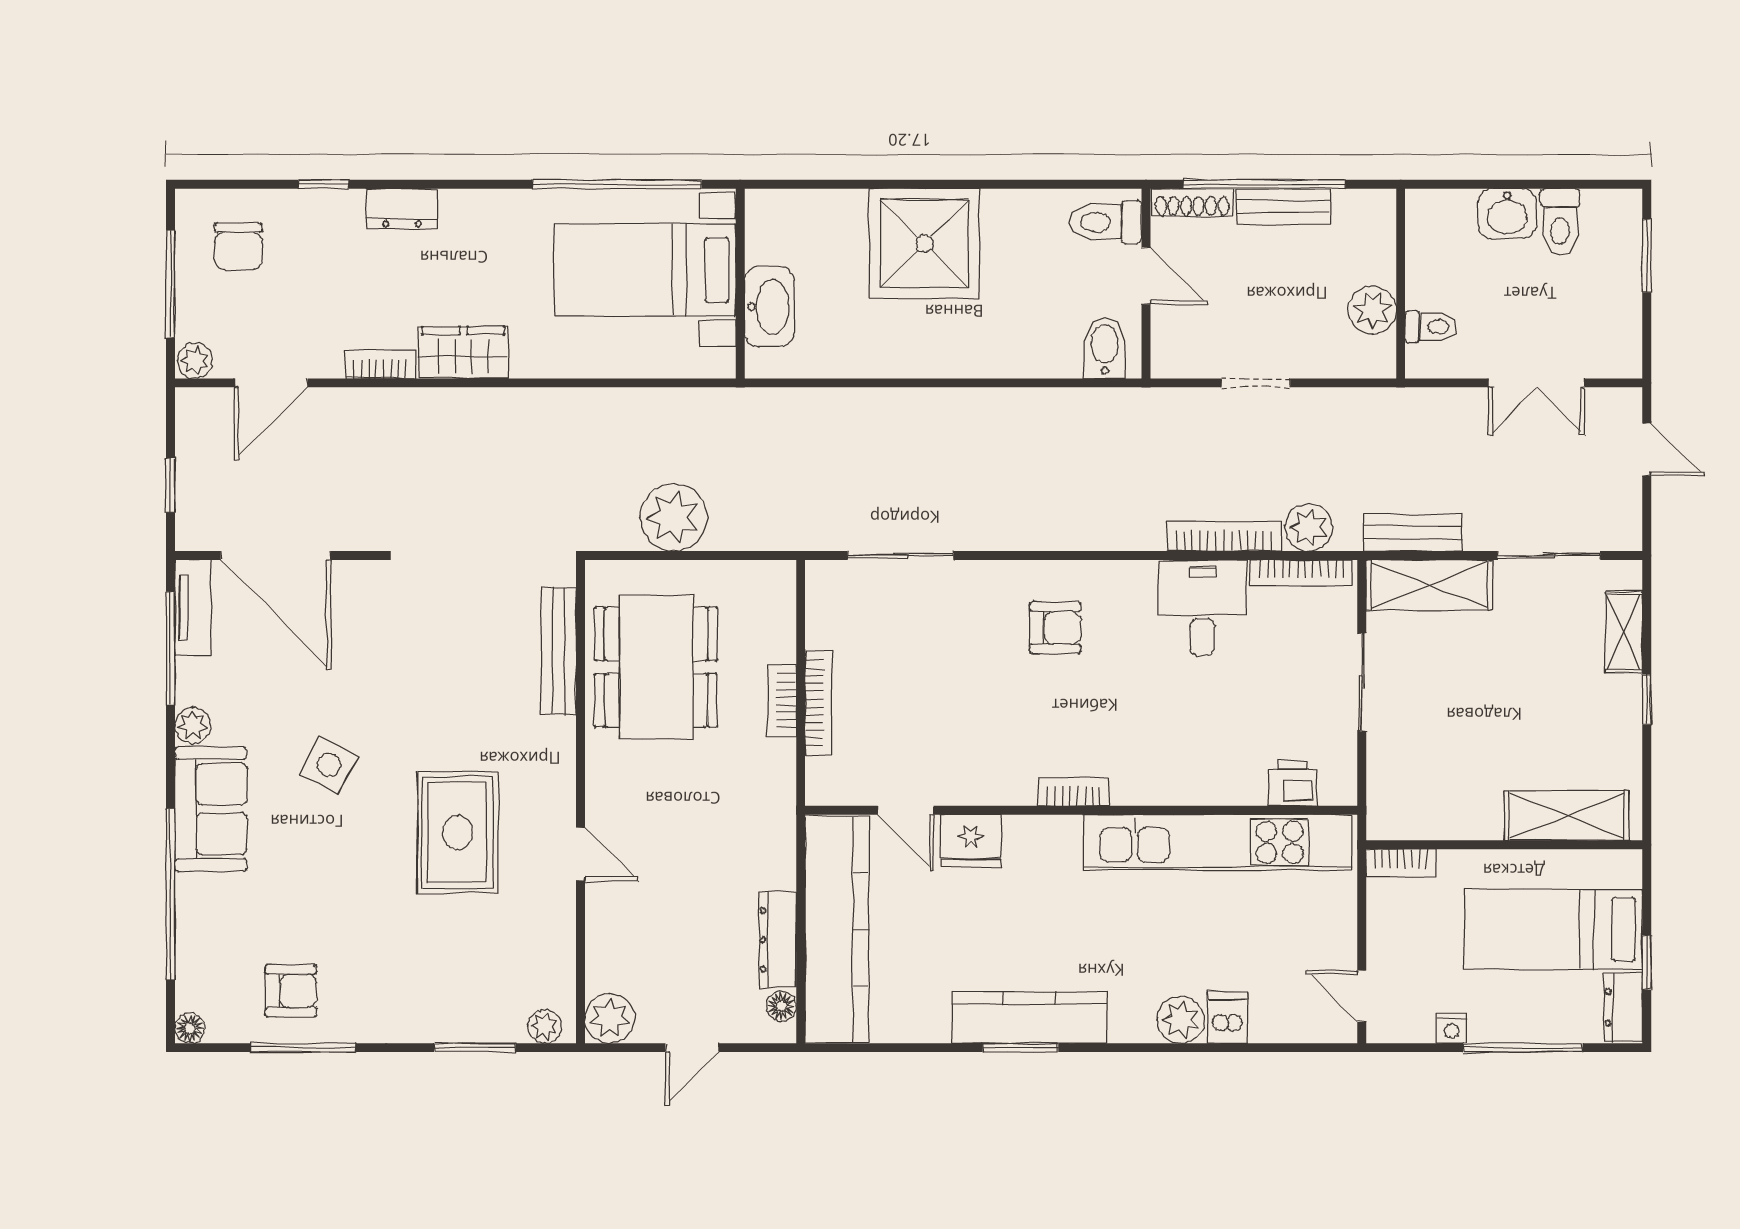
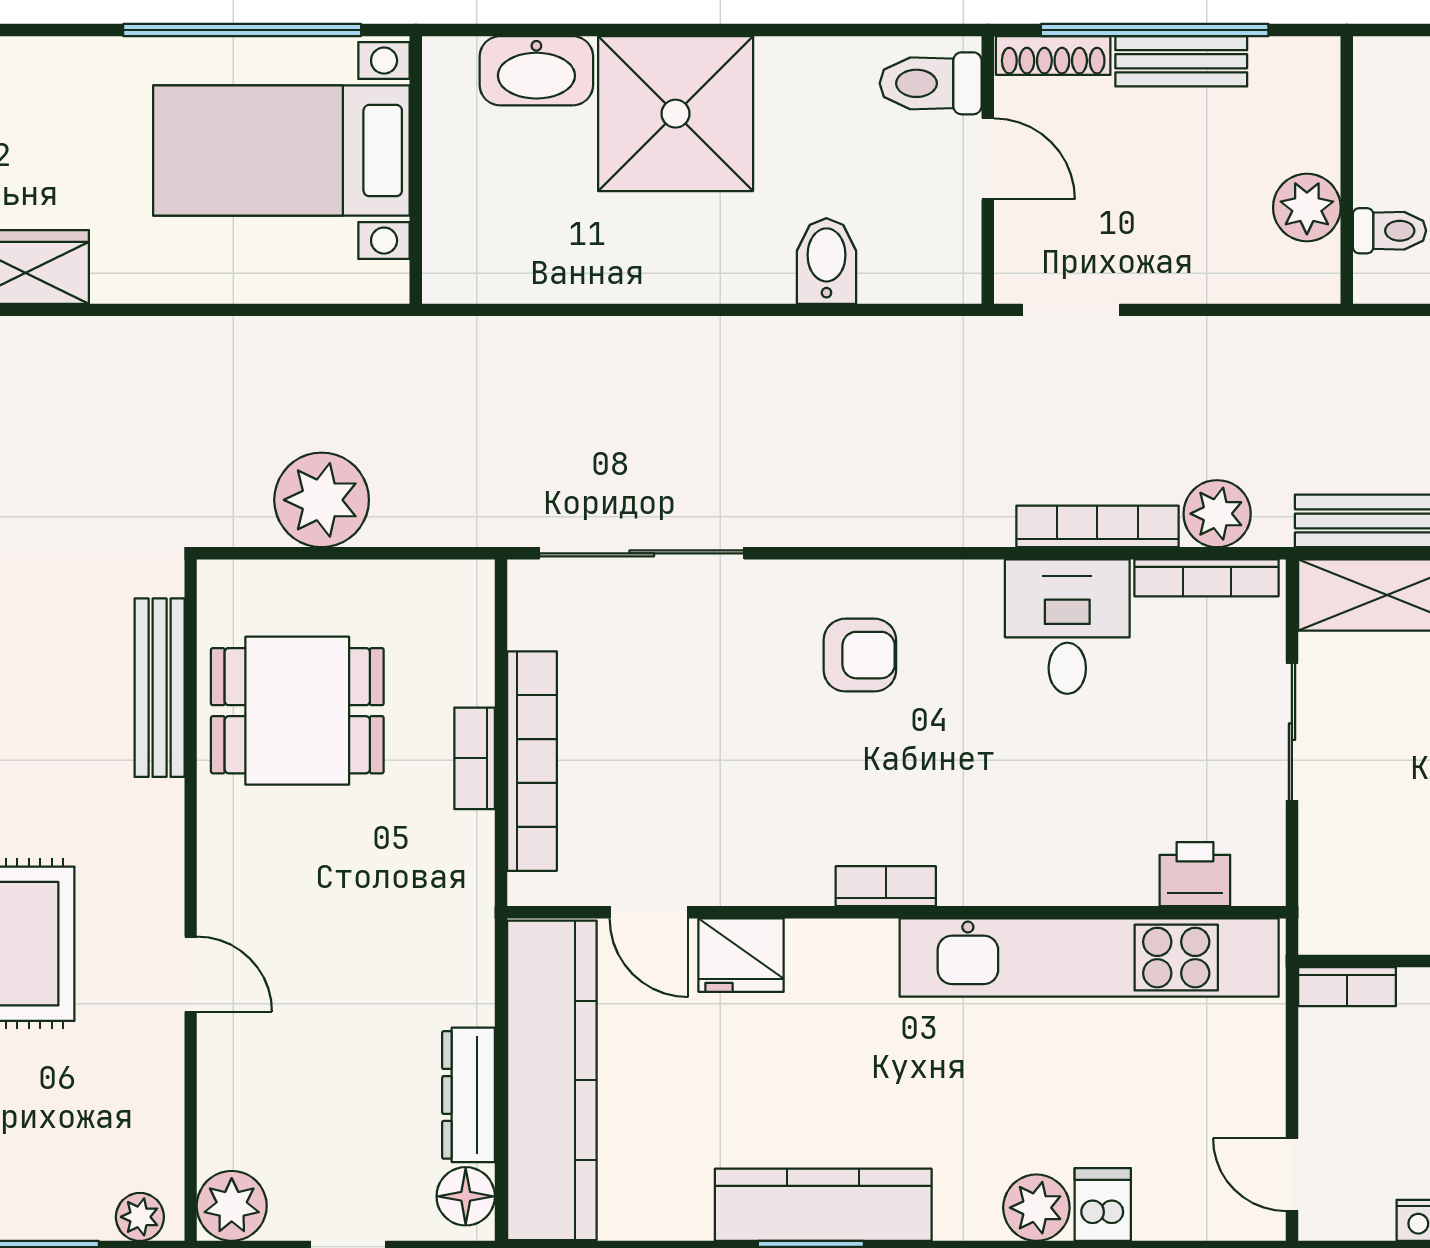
washbasin: (769, 307) -> (536, 71), moved, turned 90
bidet: (1105, 348) -> (826, 261), moved
doorway: (1256, 383) -> (1071, 310), moved
sliding door: (901, 556) -> (642, 553), width x1.37
dining table: (656, 667) -> (297, 711), width x0.73
bookcase: (818, 703) -> (532, 761), width x1.48, depth x1.31
floor lamp: (781, 1006) -> (466, 1196), width x1.37, depth x1.37

